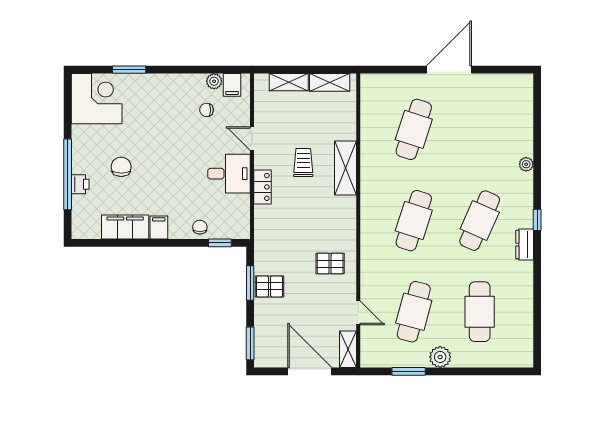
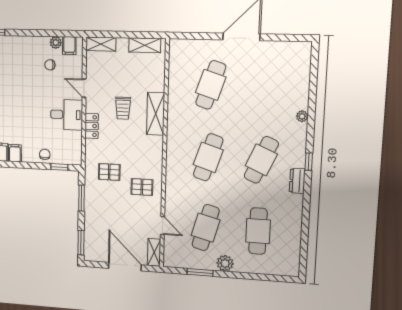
shelving: (289, 82) -> (101, 44), moved
trolley: (303, 162) -> (123, 108), turned 180
pallet: (269, 286) -> (109, 172), moved

